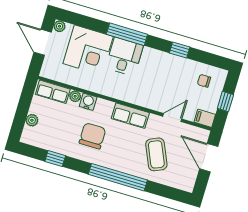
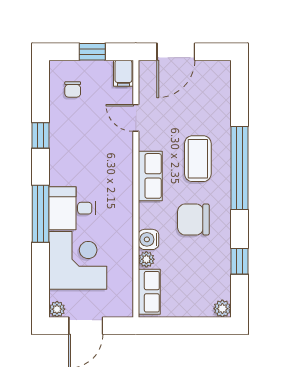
plant: (32, 120) -> (222, 309), moved
coffee table: (156, 154) -> (198, 159), moved, turned -66

